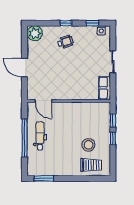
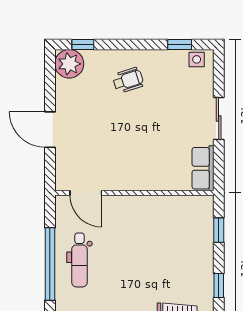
window: (66, 23) -> (83, 45), moved
dental chair: (40, 136) -> (79, 260), turned 180
window: (113, 138) -> (219, 285), moved
stool: (88, 145) -> (172, 277), removed

